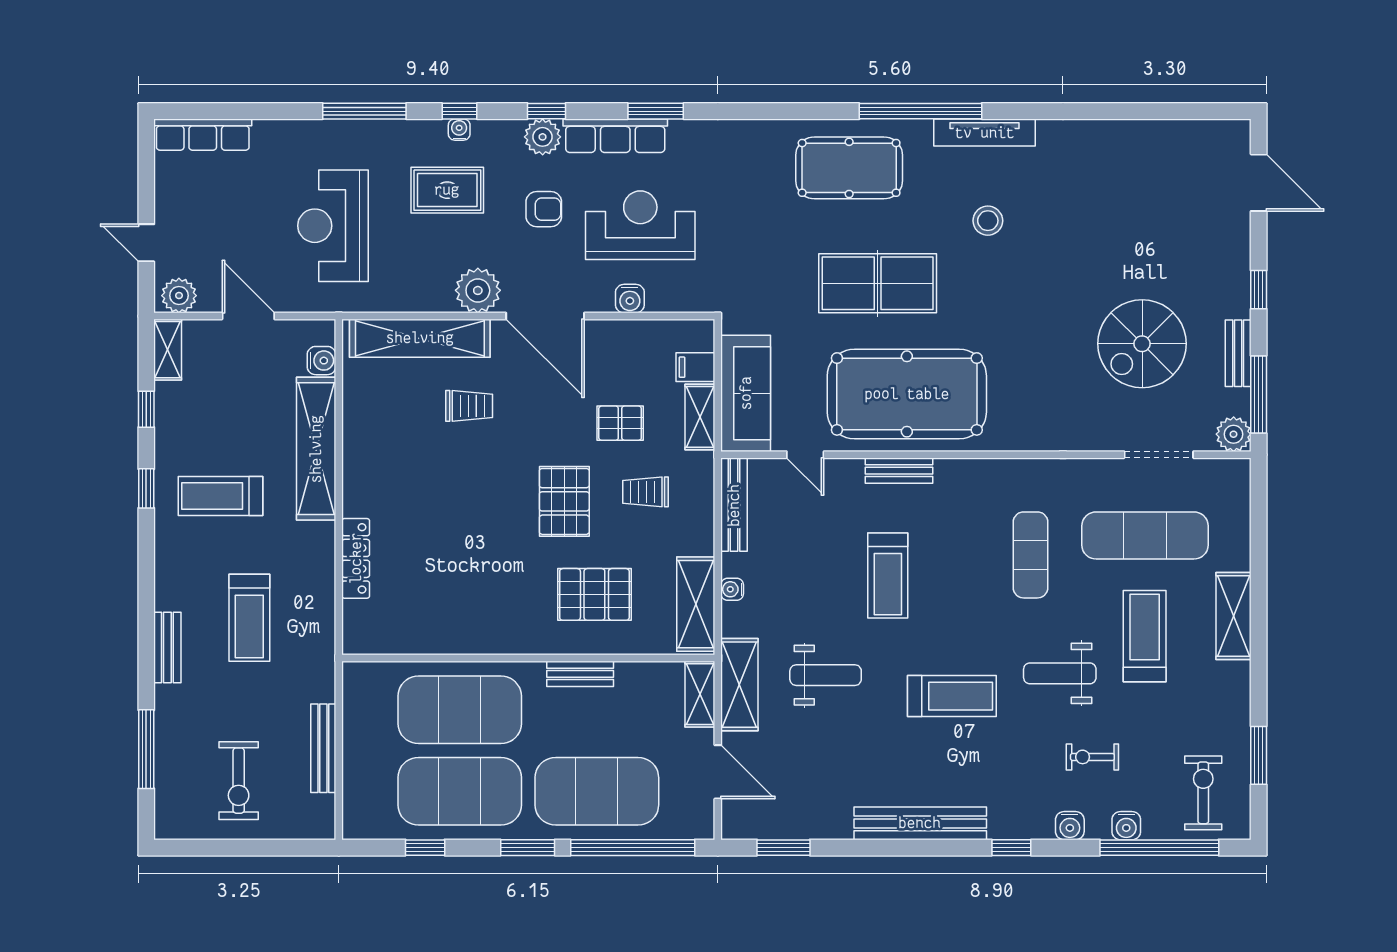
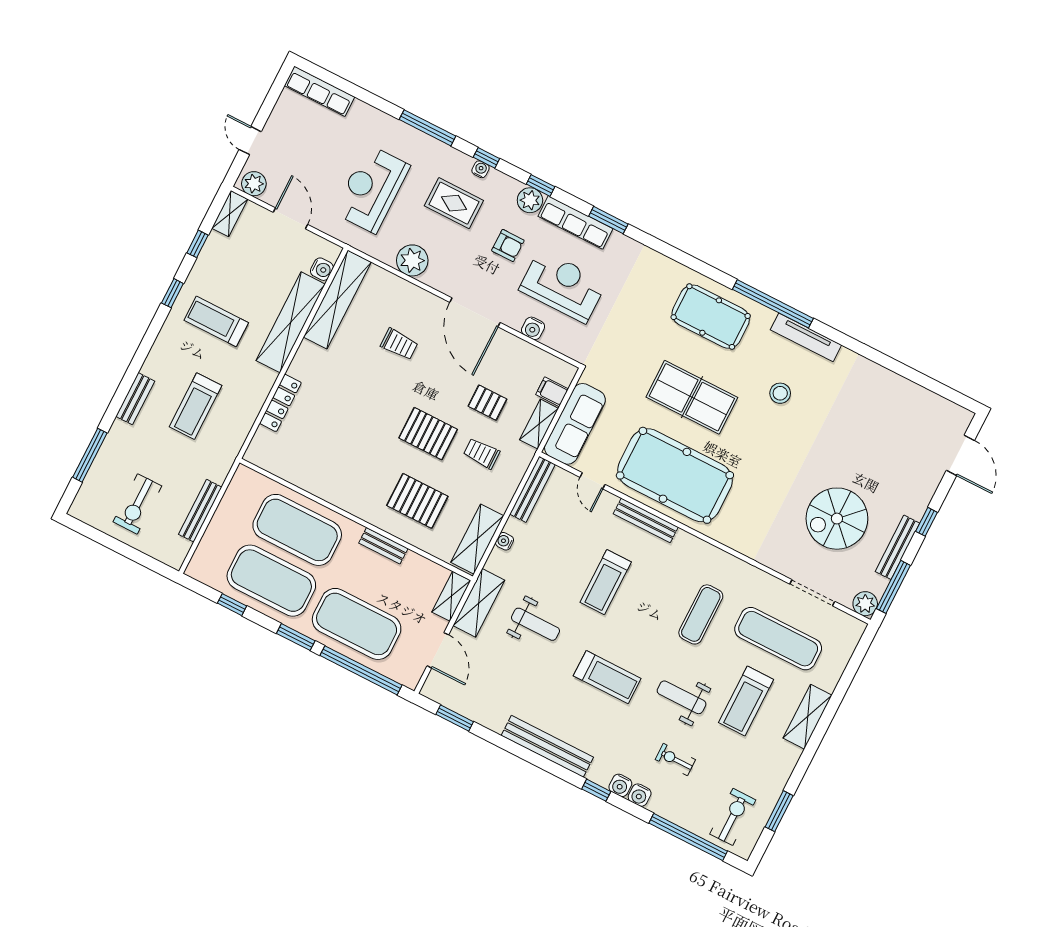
plant: (478, 290) -> (412, 260), moved
shelving: (420, 338) -> (337, 300), moved, turned 90
bench: (1238, 353) -> (898, 547), width x1.36
bench: (899, 471) -> (646, 520), width x1.36
pallet: (564, 501) -> (428, 434), turned 90
treadmill: (1145, 636) -> (746, 701), turned 180
water cooler: (1126, 826) -> (620, 785), moved

